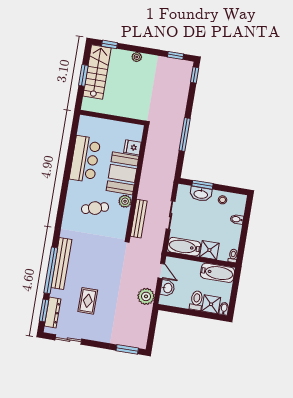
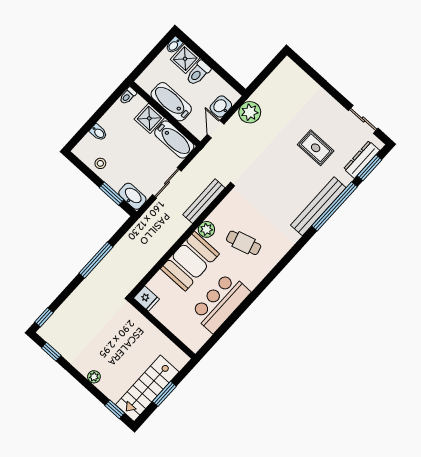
fridge: (132, 147) -> (146, 299), moved
washbasin: (201, 194) -> (132, 196), moved
bathtub: (217, 273) -> (171, 102), moved
rug: (88, 301) -> (316, 148), turned 90
window: (127, 349) -> (307, 68), removed

